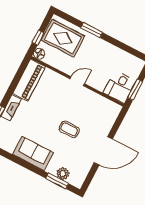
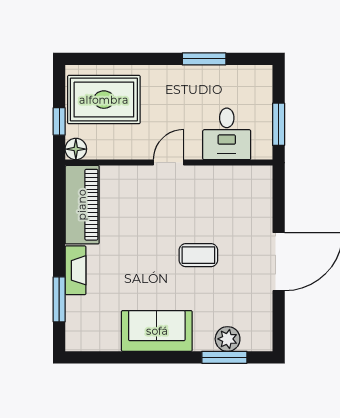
window: (92, 30) -> (204, 59), moved
desk: (120, 87) -> (227, 134), moved

